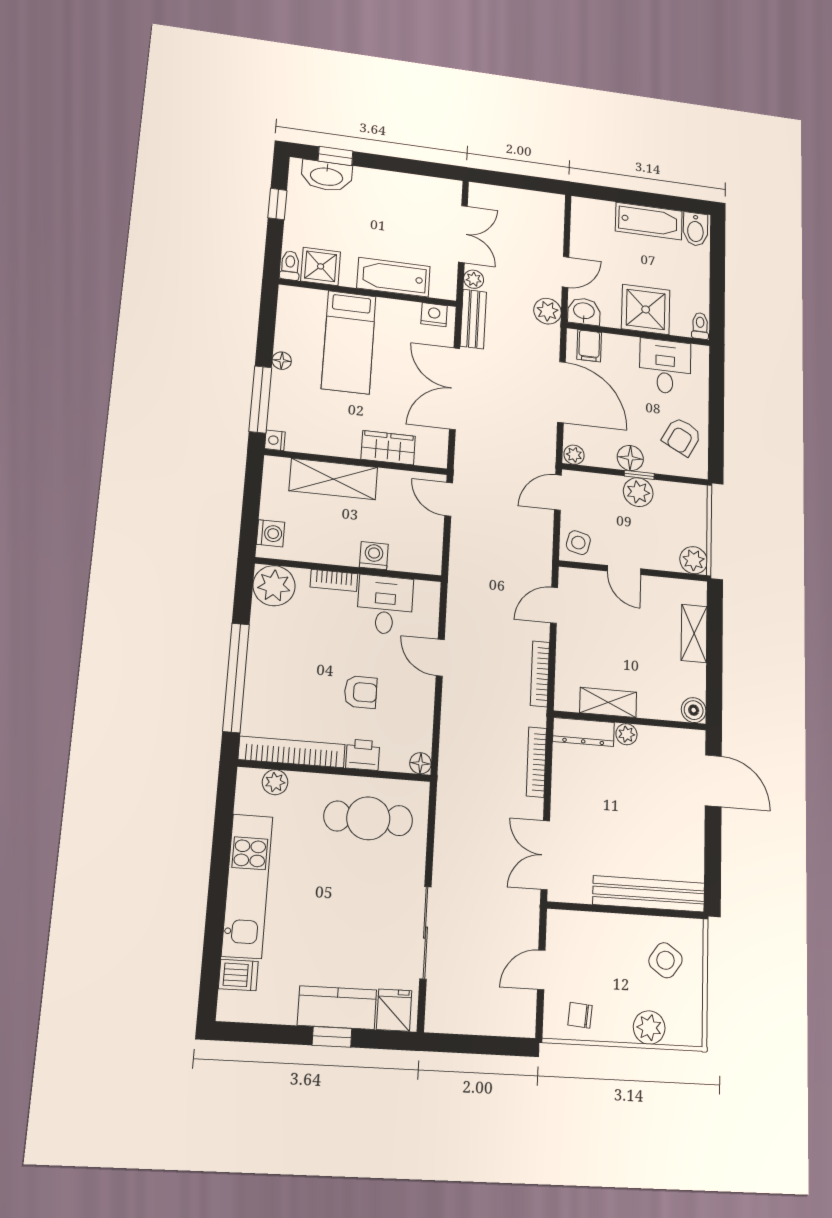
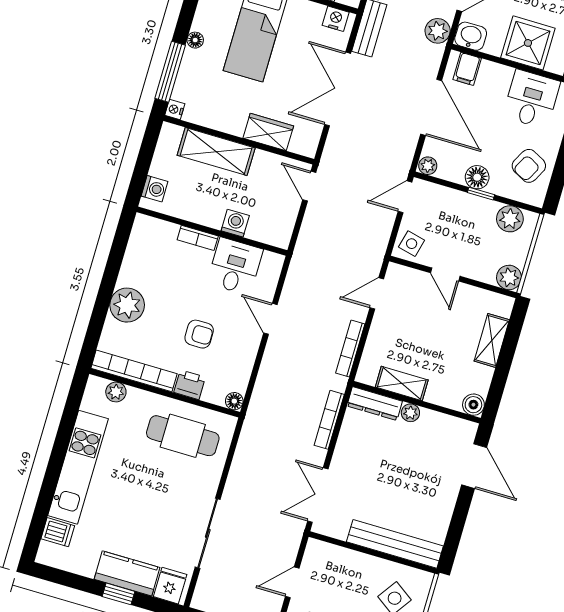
plant: (638, 492) -> (510, 219), moved
plant: (274, 586) -> (127, 305), moved
window: (236, 678) -> (102, 303), removed

